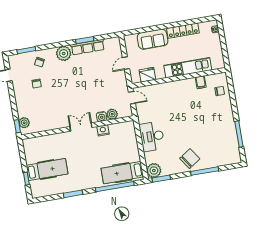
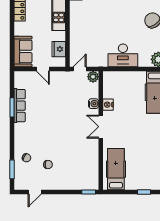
sofa: (153, 39) -> (23, 51), moved
plant: (64, 53) -> (22, 131), removed
plant: (112, 114) -> (93, 77), moved
plant: (24, 123) -> (86, 184), removed
hospital bed: (47, 170) -> (116, 169), moved

